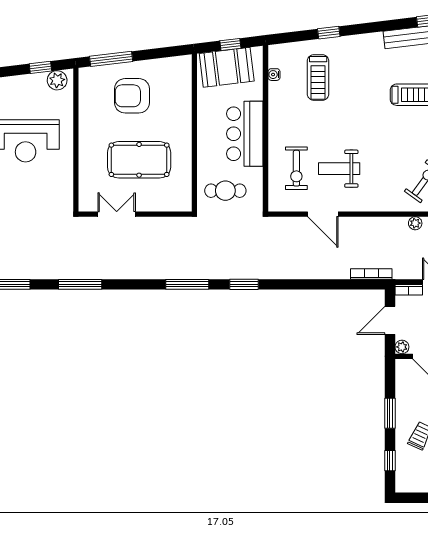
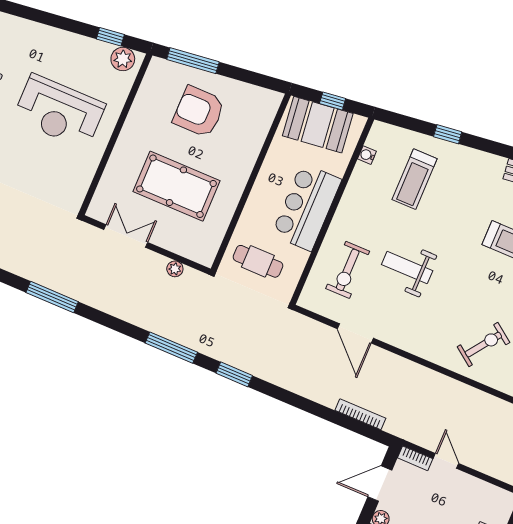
weight bench: (339, 169) -> (407, 268), moved
plant: (415, 223) -> (175, 269), moved
bookcase: (371, 274) -> (360, 414), moved

